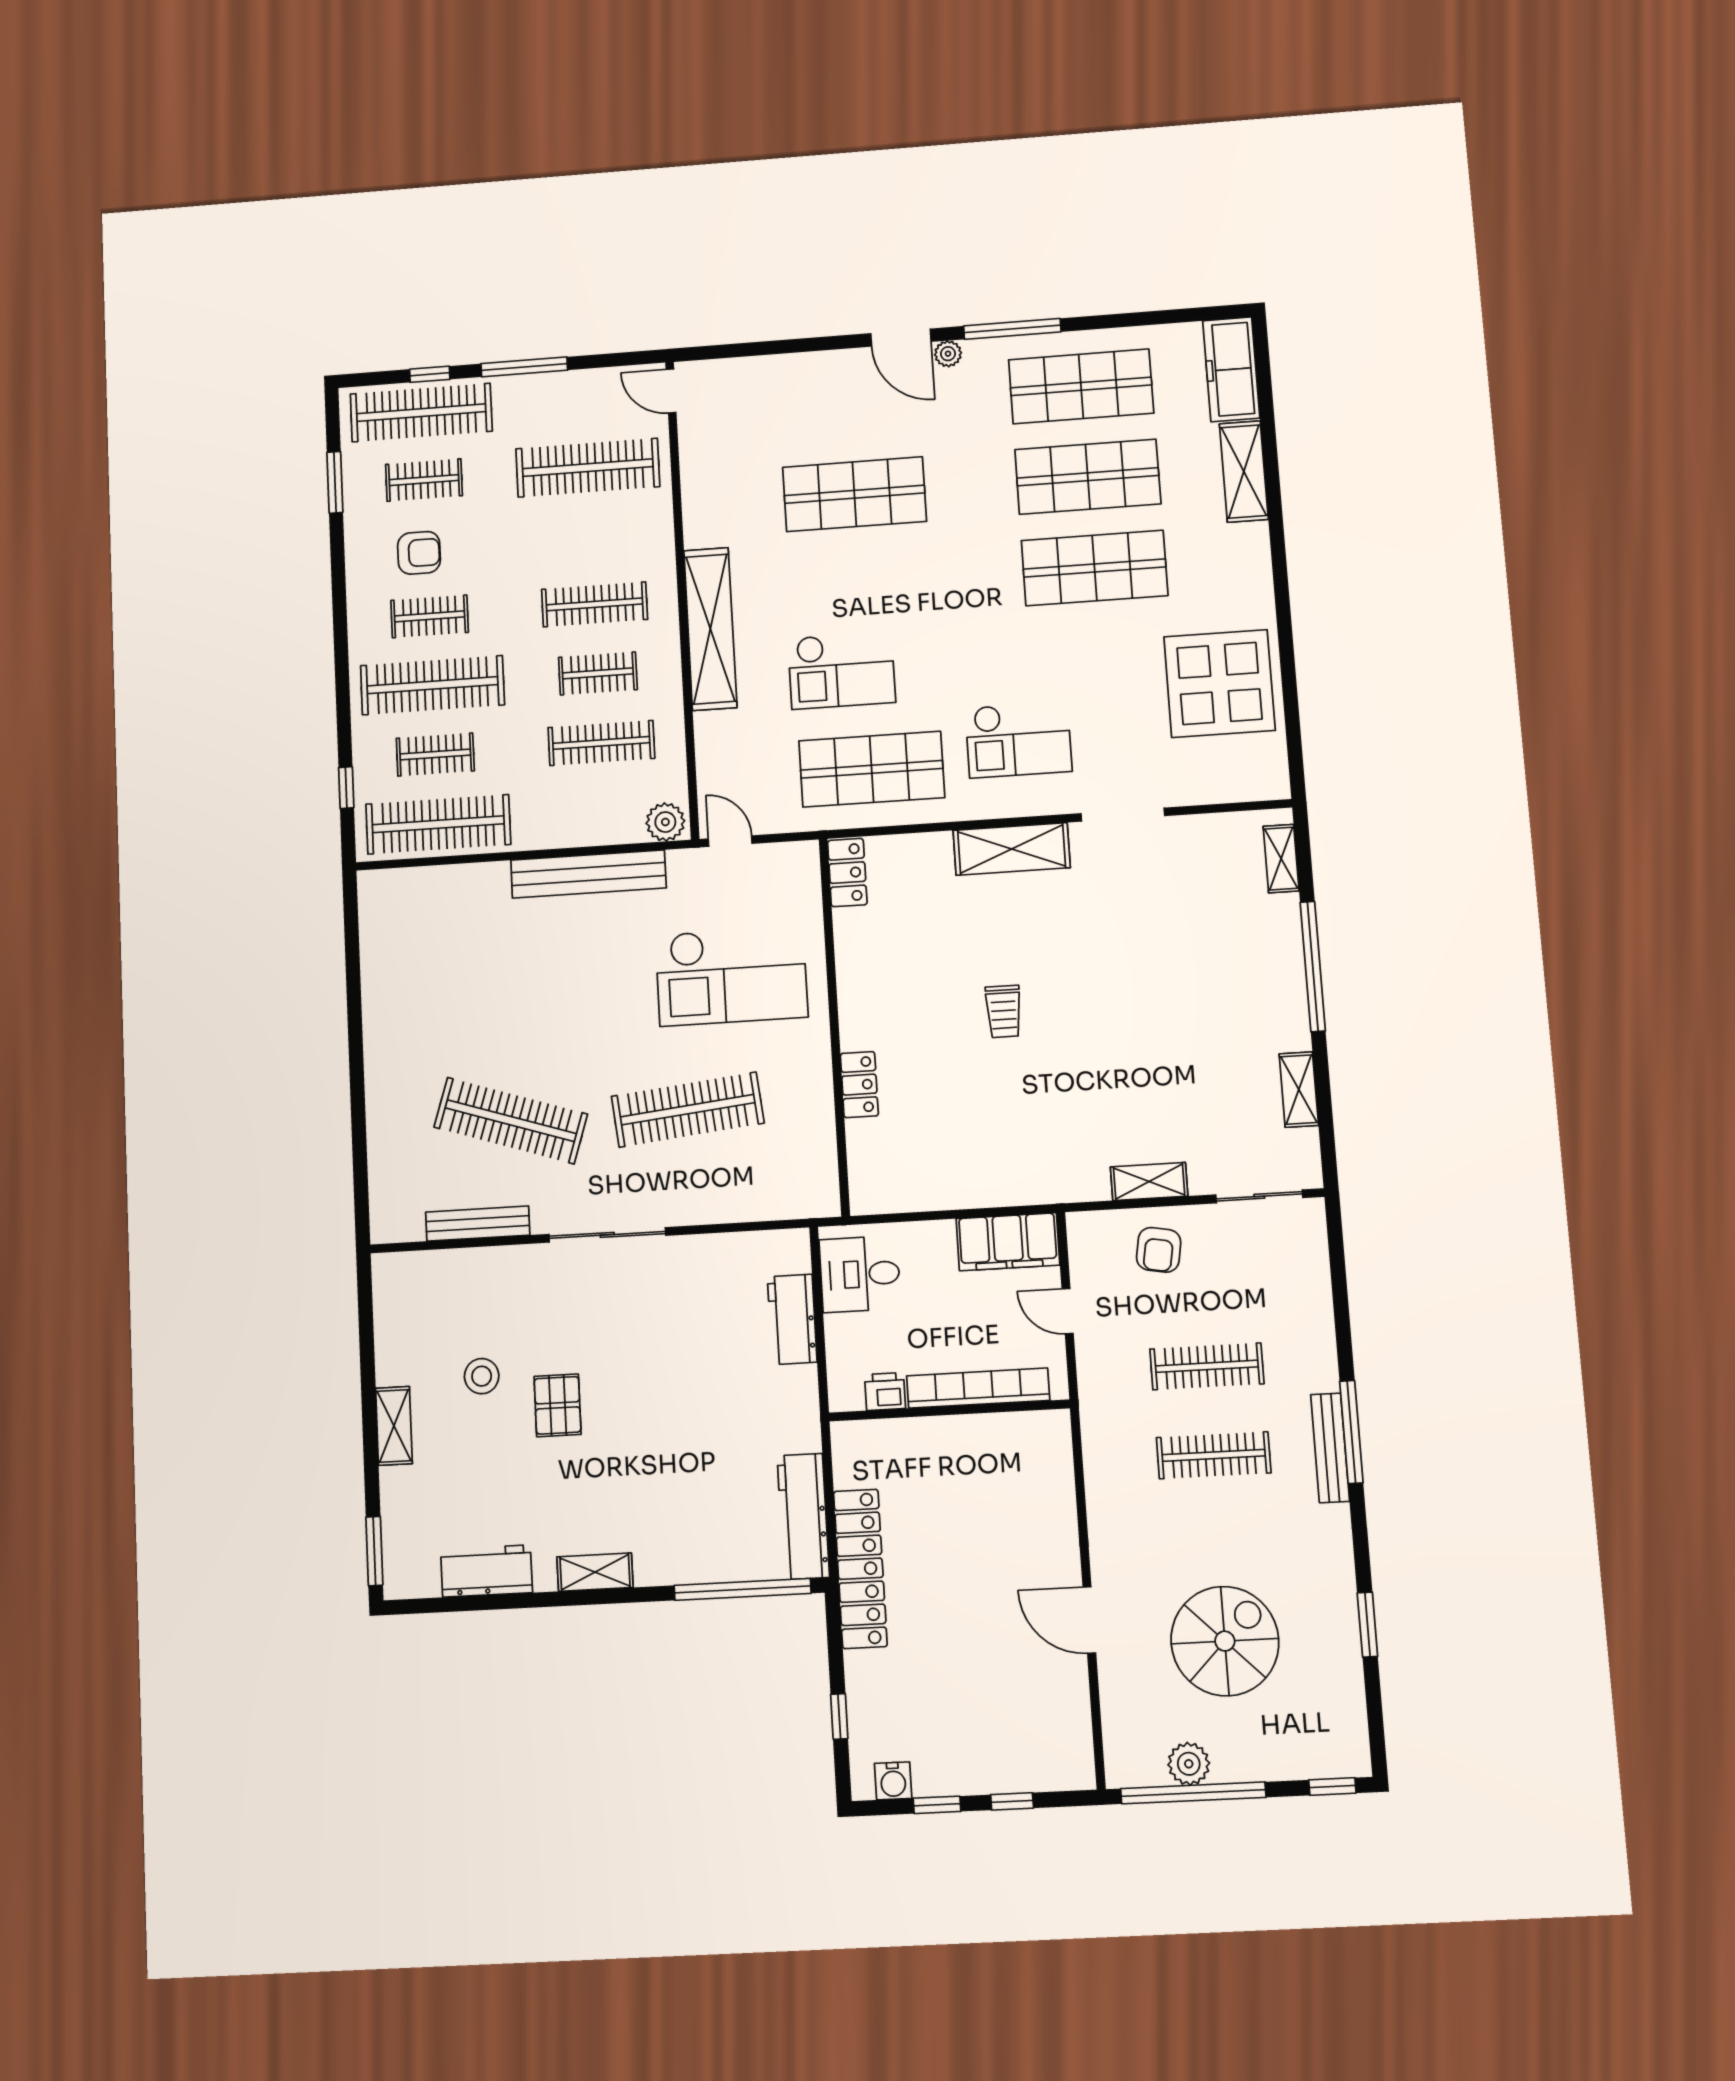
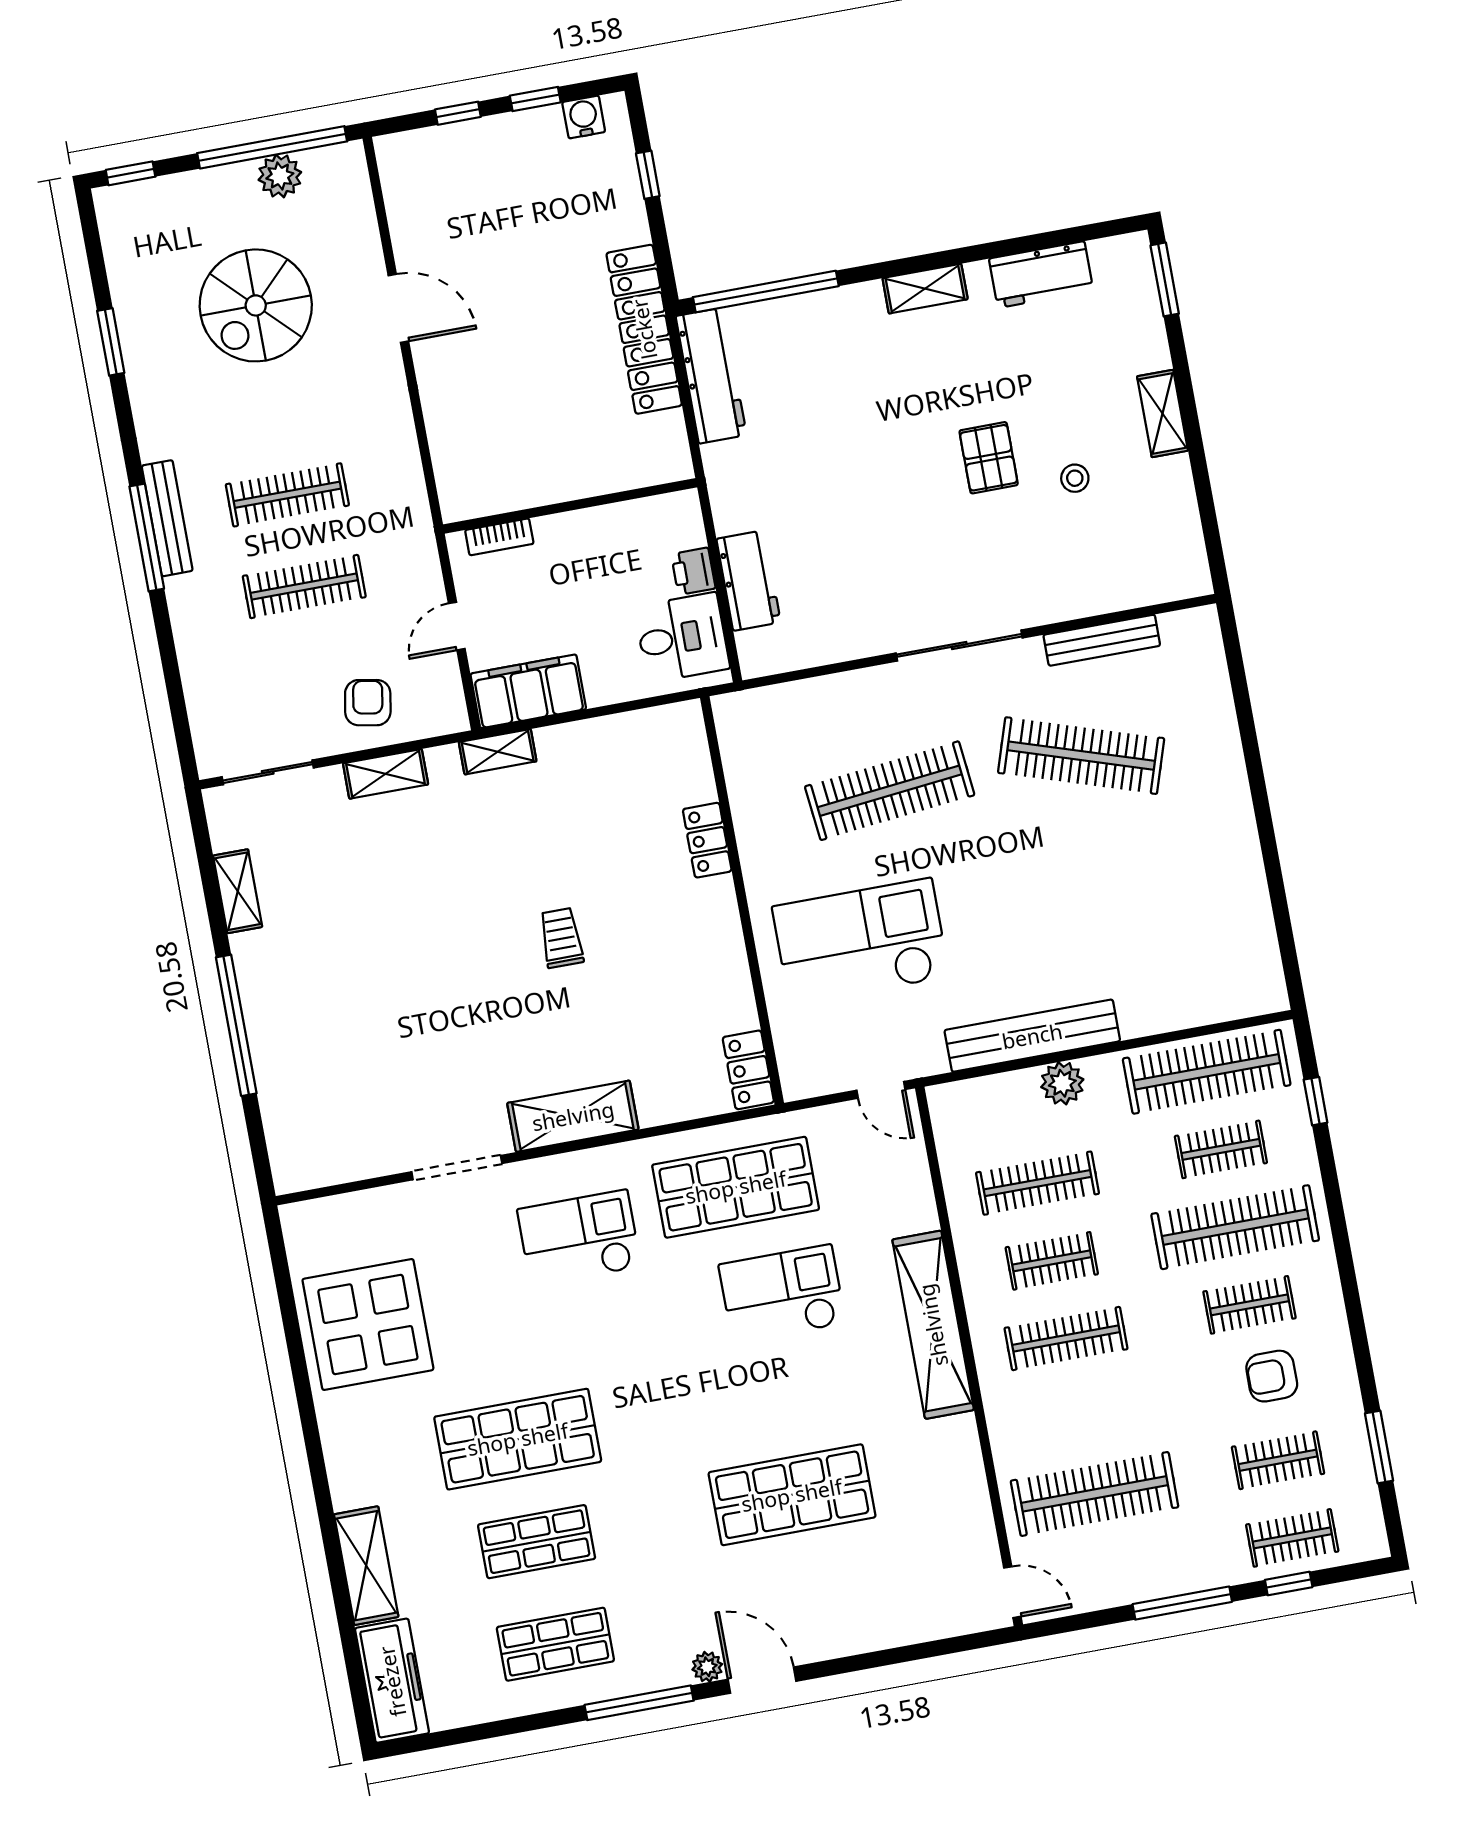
shop shelf: (1081, 386) -> (555, 1644), width x0.70, depth x0.74
clothes rail: (421, 413) -> (1292, 1538), width x0.54, depth x0.76
shop shelf: (1088, 477) -> (537, 1542), width x0.70, depth x0.74
plant: (665, 822) -> (1062, 1083), moved
shelving: (1281, 859) -> (498, 752), moved, turned 90
door: (1068, 1311) -> (457, 626), swing flipped
stool: (482, 1376) -> (1075, 478), width x0.73, depth x0.73
bookcase: (978, 1388) -> (499, 537), width x0.43, depth x0.76
printer: (885, 1391) -> (693, 571), moved, turned 90

